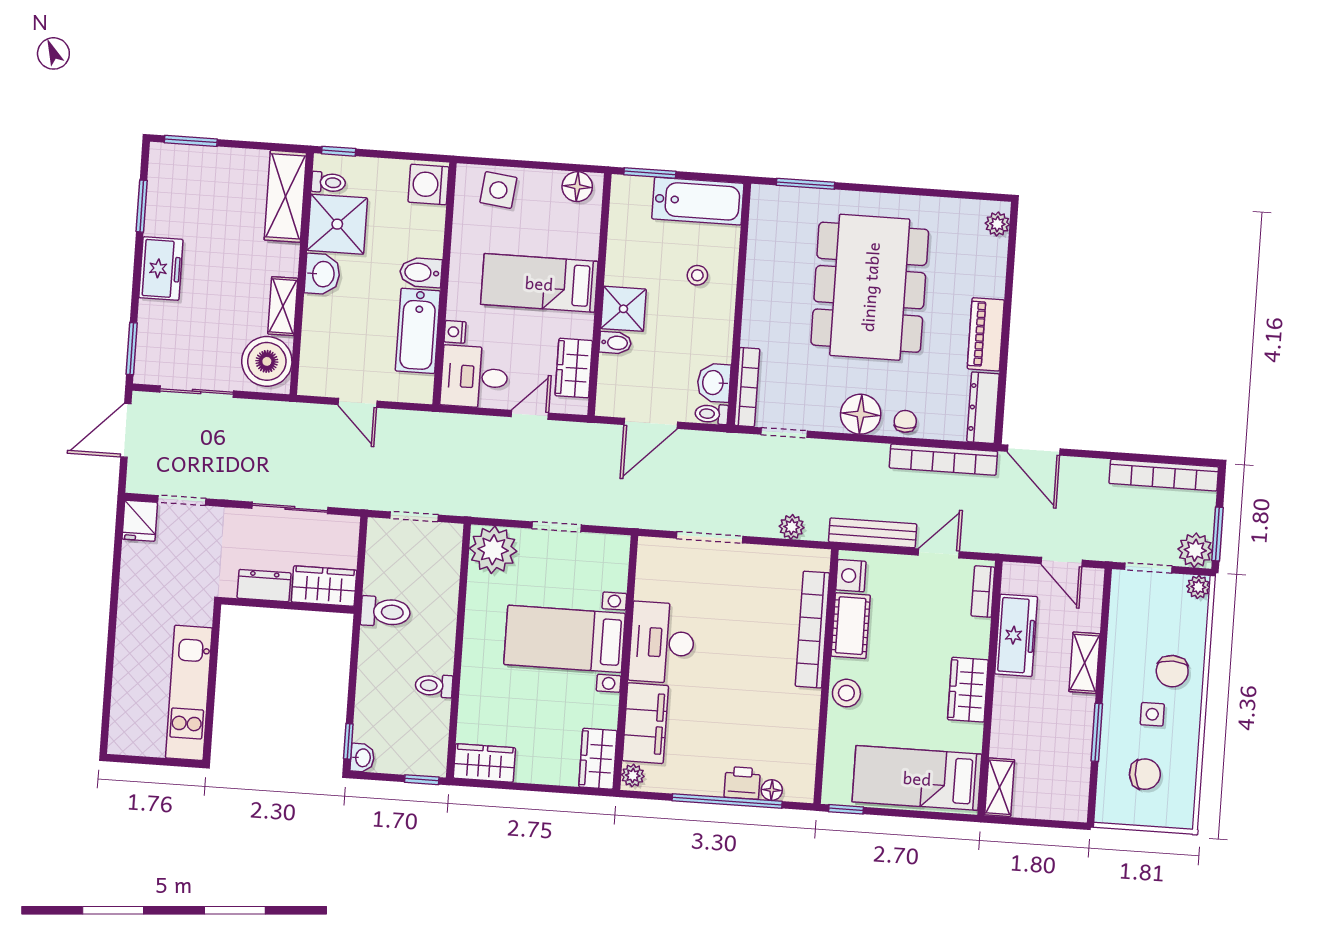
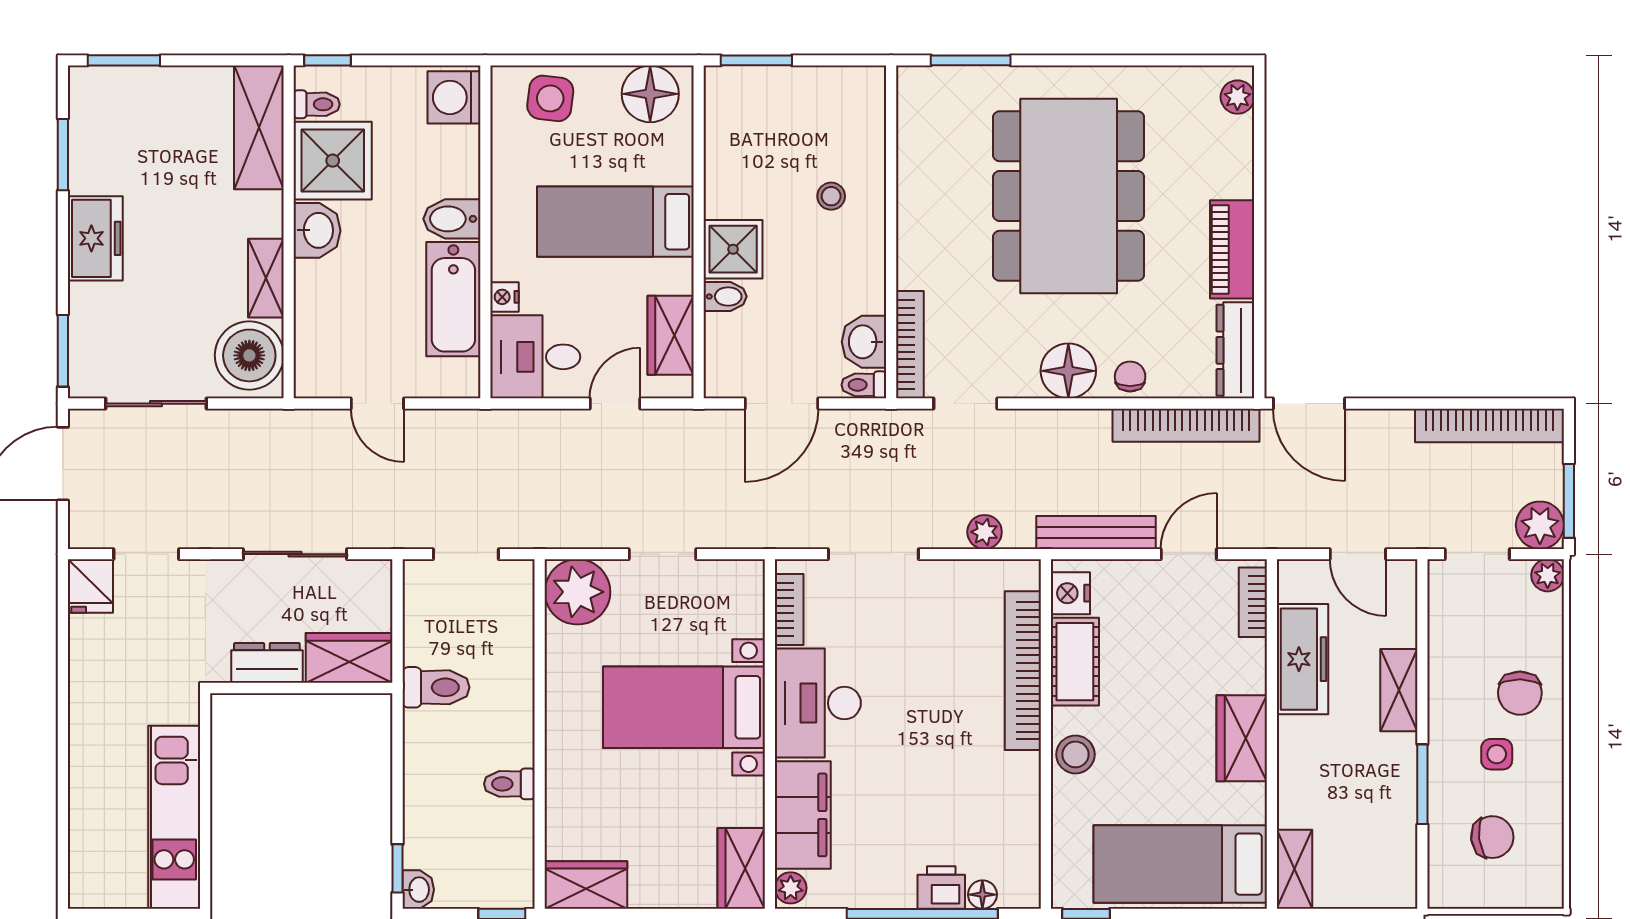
floor lamp: (577, 187) -> (650, 94), width x1.38, depth x1.38
bathtub: (698, 201) -> (825, 94), removed
bookcase: (646, 573) -> (789, 609), added

